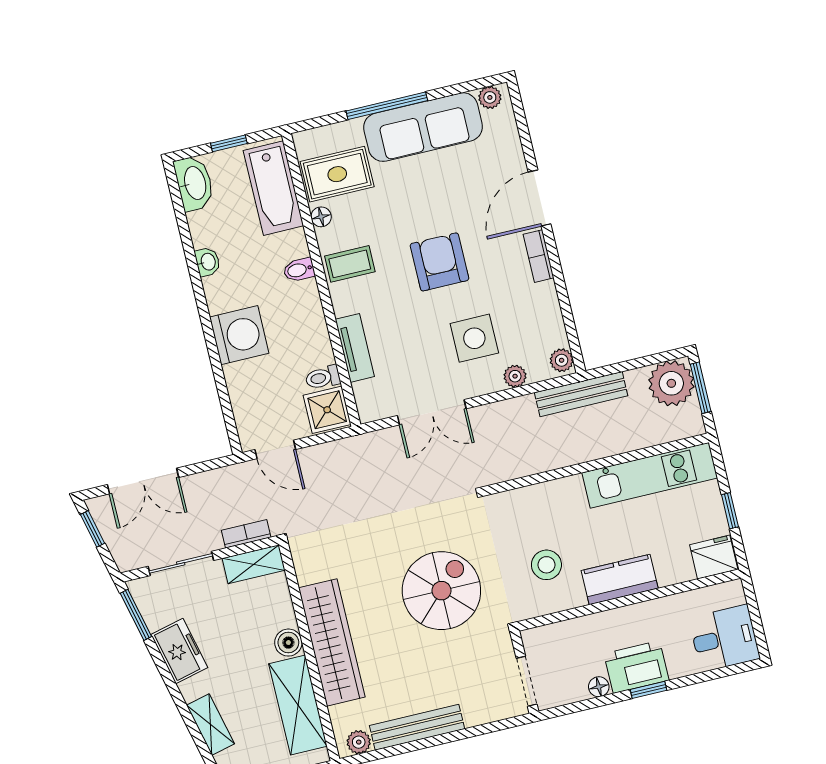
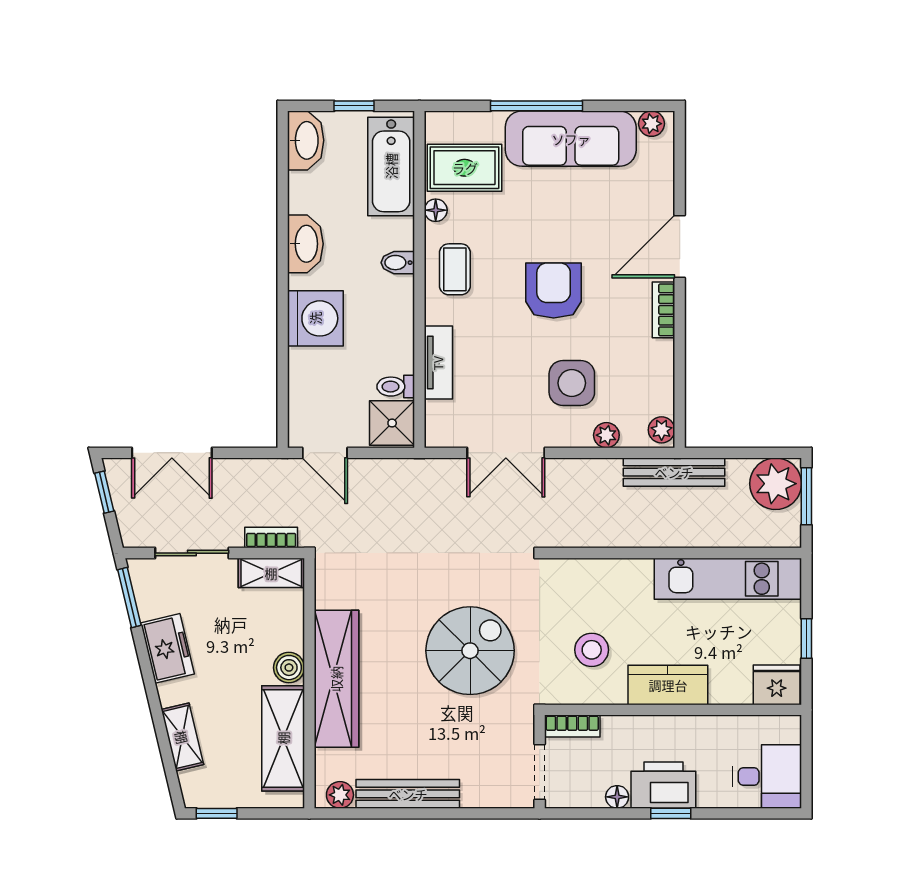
washbasin: (208, 262) -> (305, 244), width x1.91, depth x1.45
coffee table: (350, 264) -> (455, 269), turned 90
bookcase: (545, 635) -> (572, 726), added

